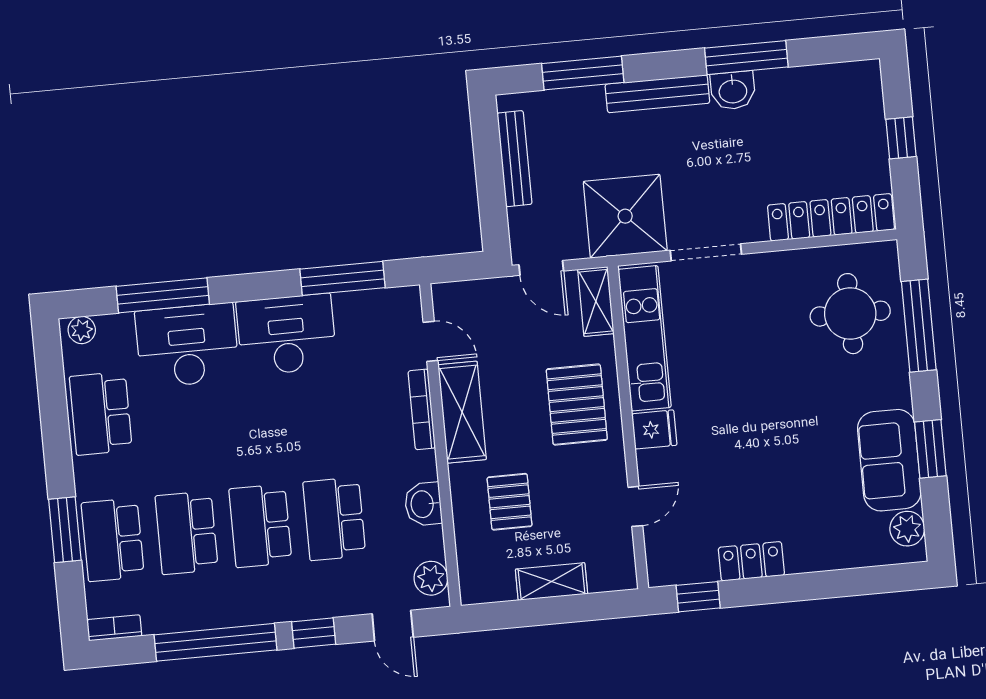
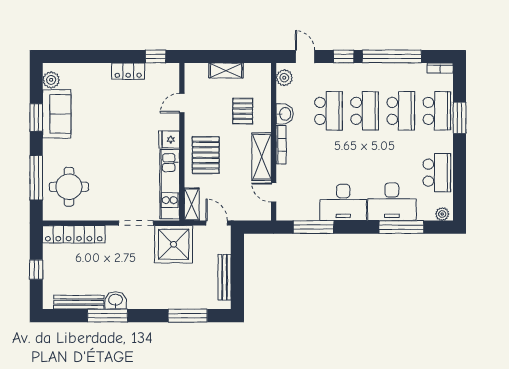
bench: (657, 94) -> (79, 302), moved
bookcase: (422, 409) -> (281, 145), moved

